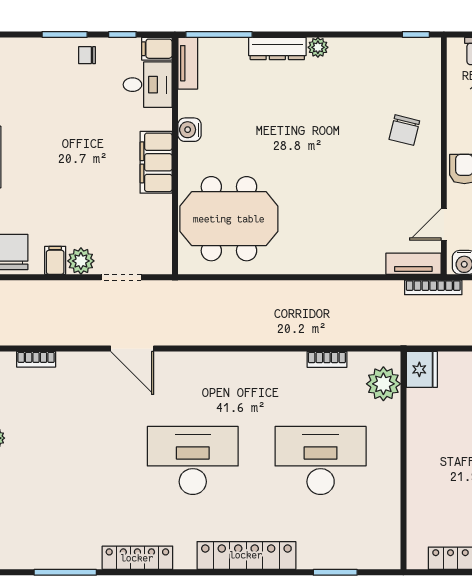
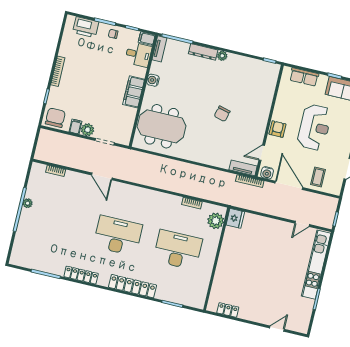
printer: (28, 55) -> (86, 27), added
chair: (404, 130) -> (222, 114), moved

